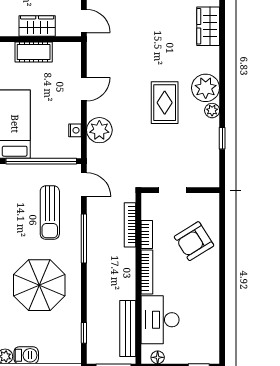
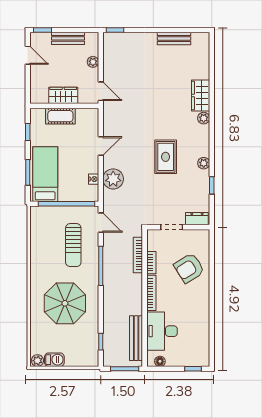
plant: (206, 88) -> (204, 118), moved, width x0.53, depth x0.53
dresser: (204, 180) -> (197, 219), added

